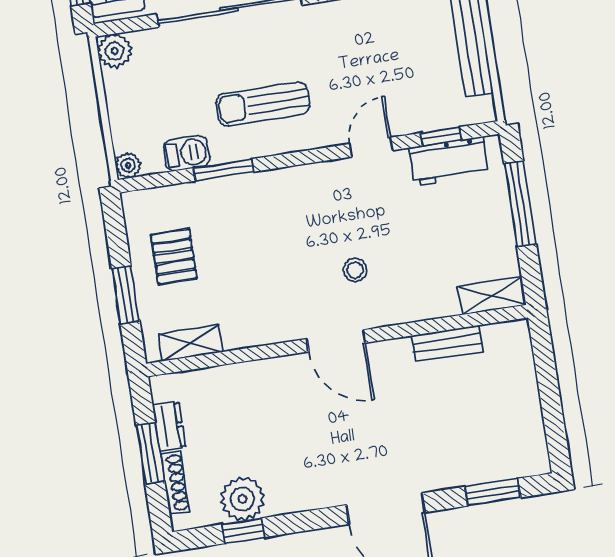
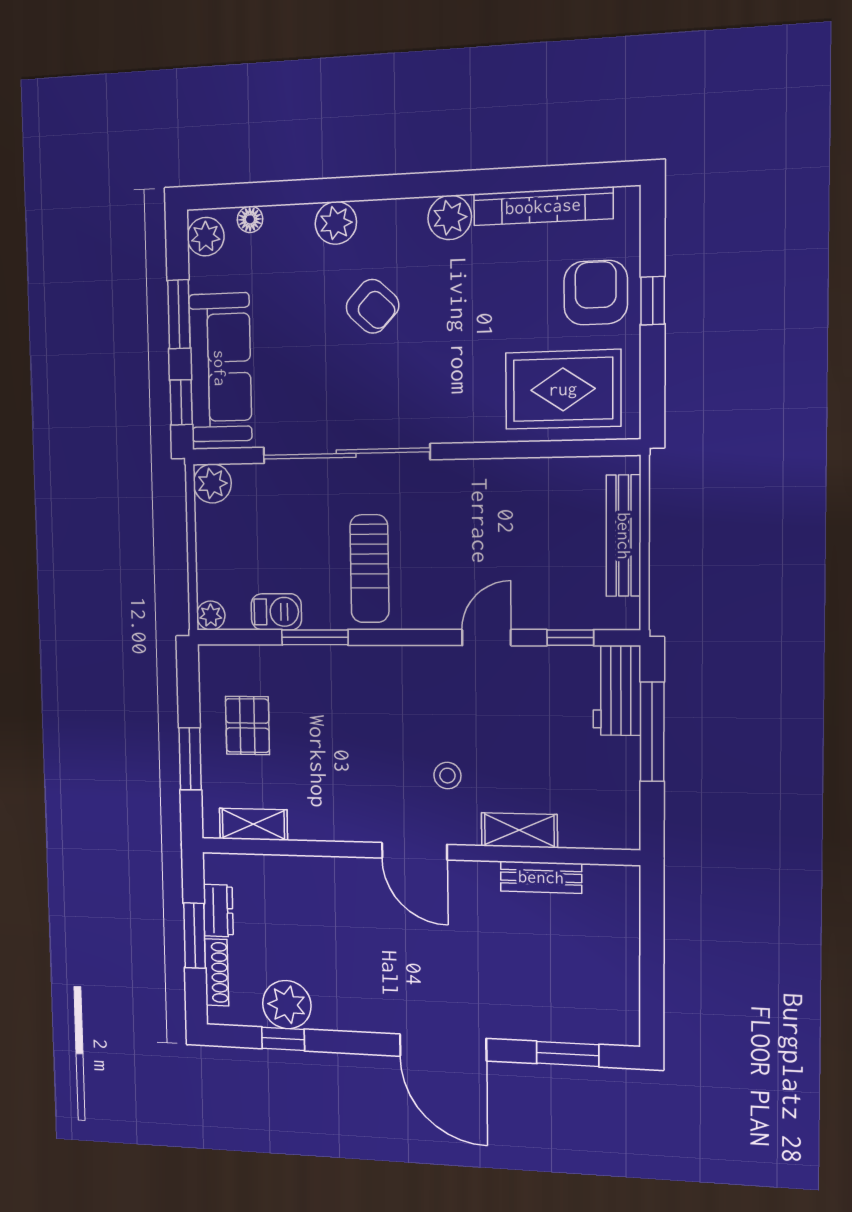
sun lounger: (263, 104) -> (369, 569), turned -90
workbench: (449, 161) -> (617, 690), moved, turned 90
shelving: (492, 296) -> (519, 830), moved

